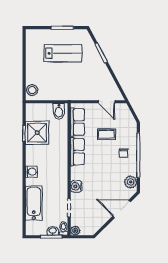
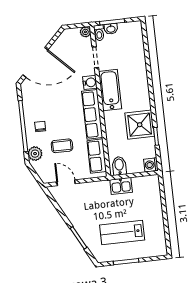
stool: (32, 90) -> (152, 187), removed
kitchen sink: (59, 94) -> (121, 186), added
shower: (37, 133) -> (140, 125), moved
row of seats: (77, 152) -> (92, 114), width x1.48
washing machine: (31, 172) -> (151, 165), moved
plant: (131, 182) -> (35, 154), moved
bathtub: (34, 203) -> (110, 90), moved, turned 180
door: (122, 209) -> (35, 62), width x1.36

